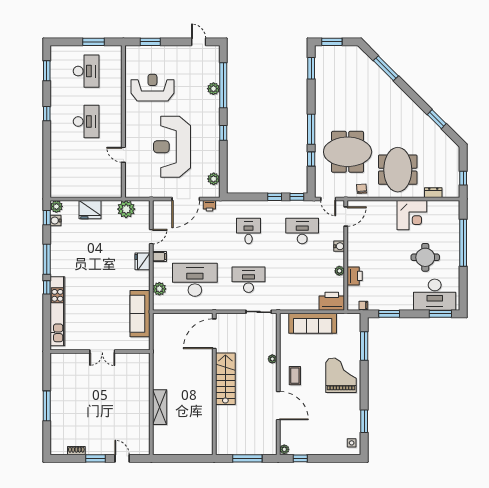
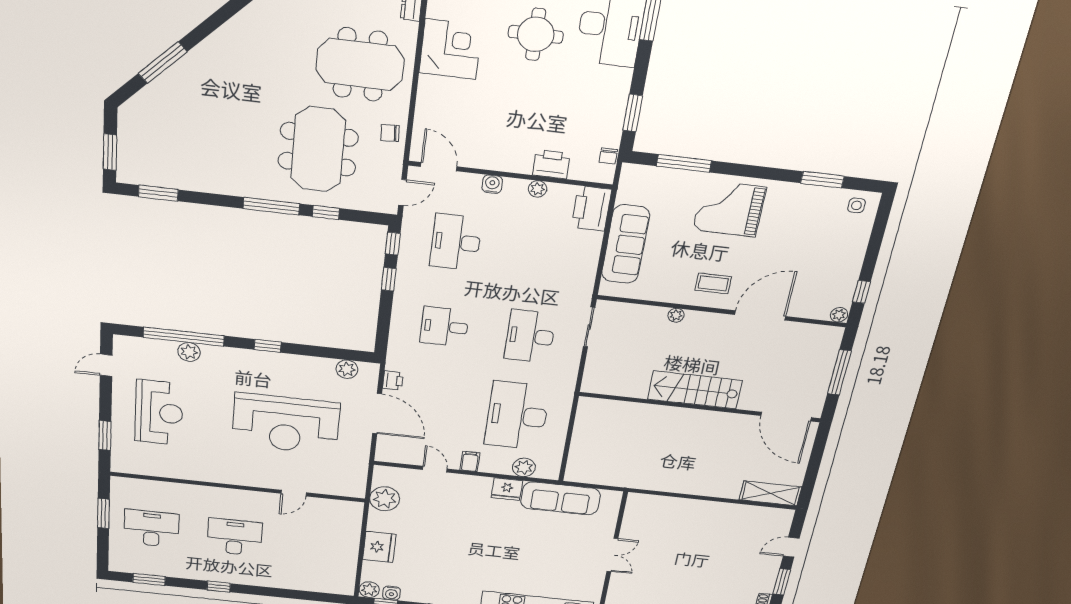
reception desk: (152, 88) -> (159, 412), moved, turned 180
fridge: (143, 261) -> (507, 489), moved
door: (214, 334) -> (786, 417), moved
shelving: (160, 407) -> (770, 493), moved

